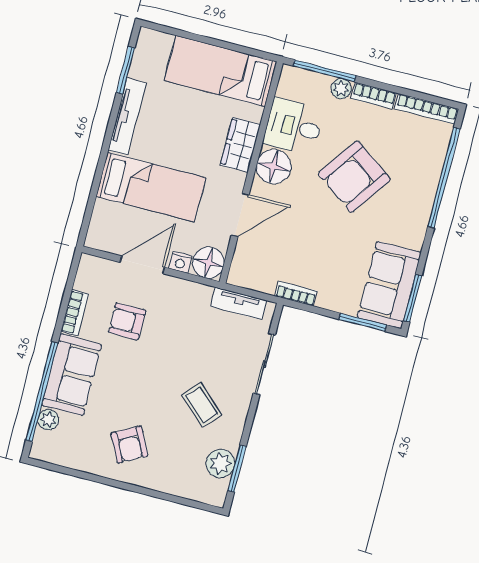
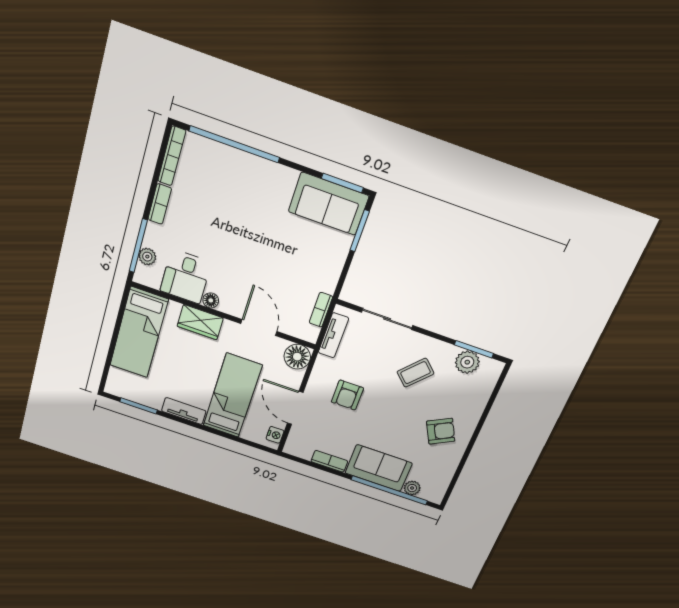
plant: (341, 89) -> (147, 257), moved
tv unit: (127, 117) -> (184, 411), width x0.71
floor lamp: (274, 167) -> (211, 300), width x0.53, depth x0.53
armchair: (354, 177) -> (230, 227), removed
nightstand: (180, 262) -> (275, 435), moved
bookcase: (296, 294) -> (321, 310), moved
armchair: (127, 321) -> (347, 395), moved

